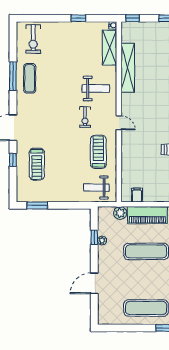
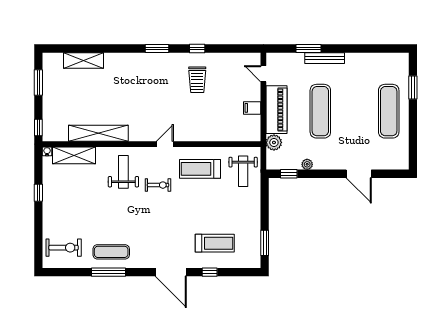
filing cabinet: (137, 195) -> (252, 108), moved
window: (94, 237) -> (289, 174), moved

